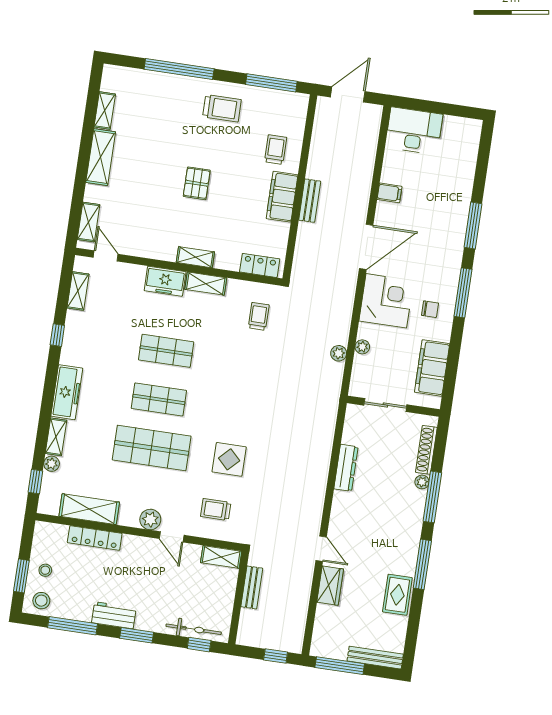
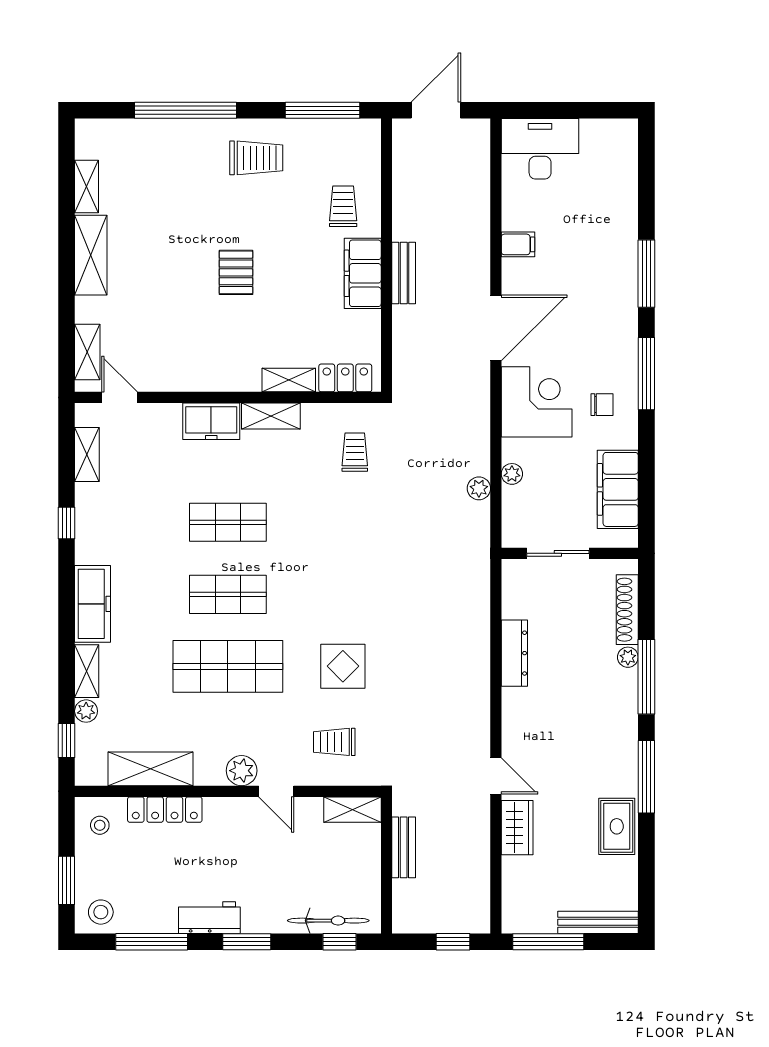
shelving: (195, 257) -> (289, 380), moved
stool: (45, 570) -> (100, 825), moved

